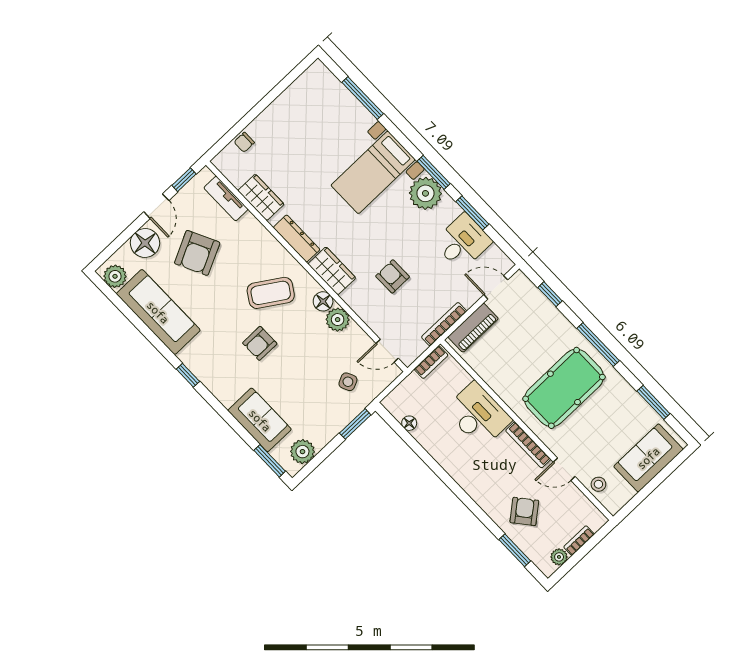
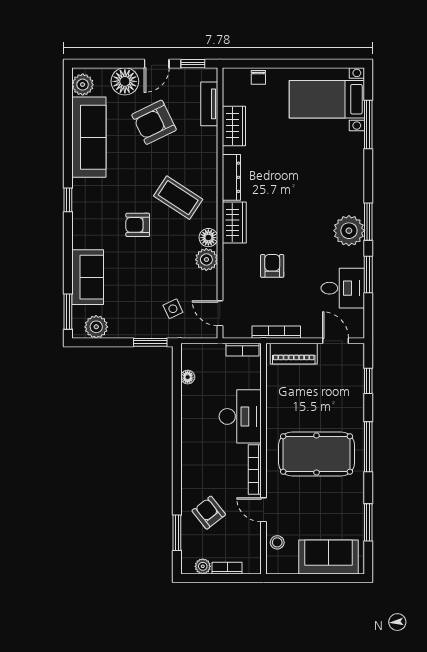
chair: (244, 142) -> (258, 77), turned -90
bed with nightstands: (373, 172) -> (327, 99), moved
armchair: (524, 511) -> (209, 513), turned -89

